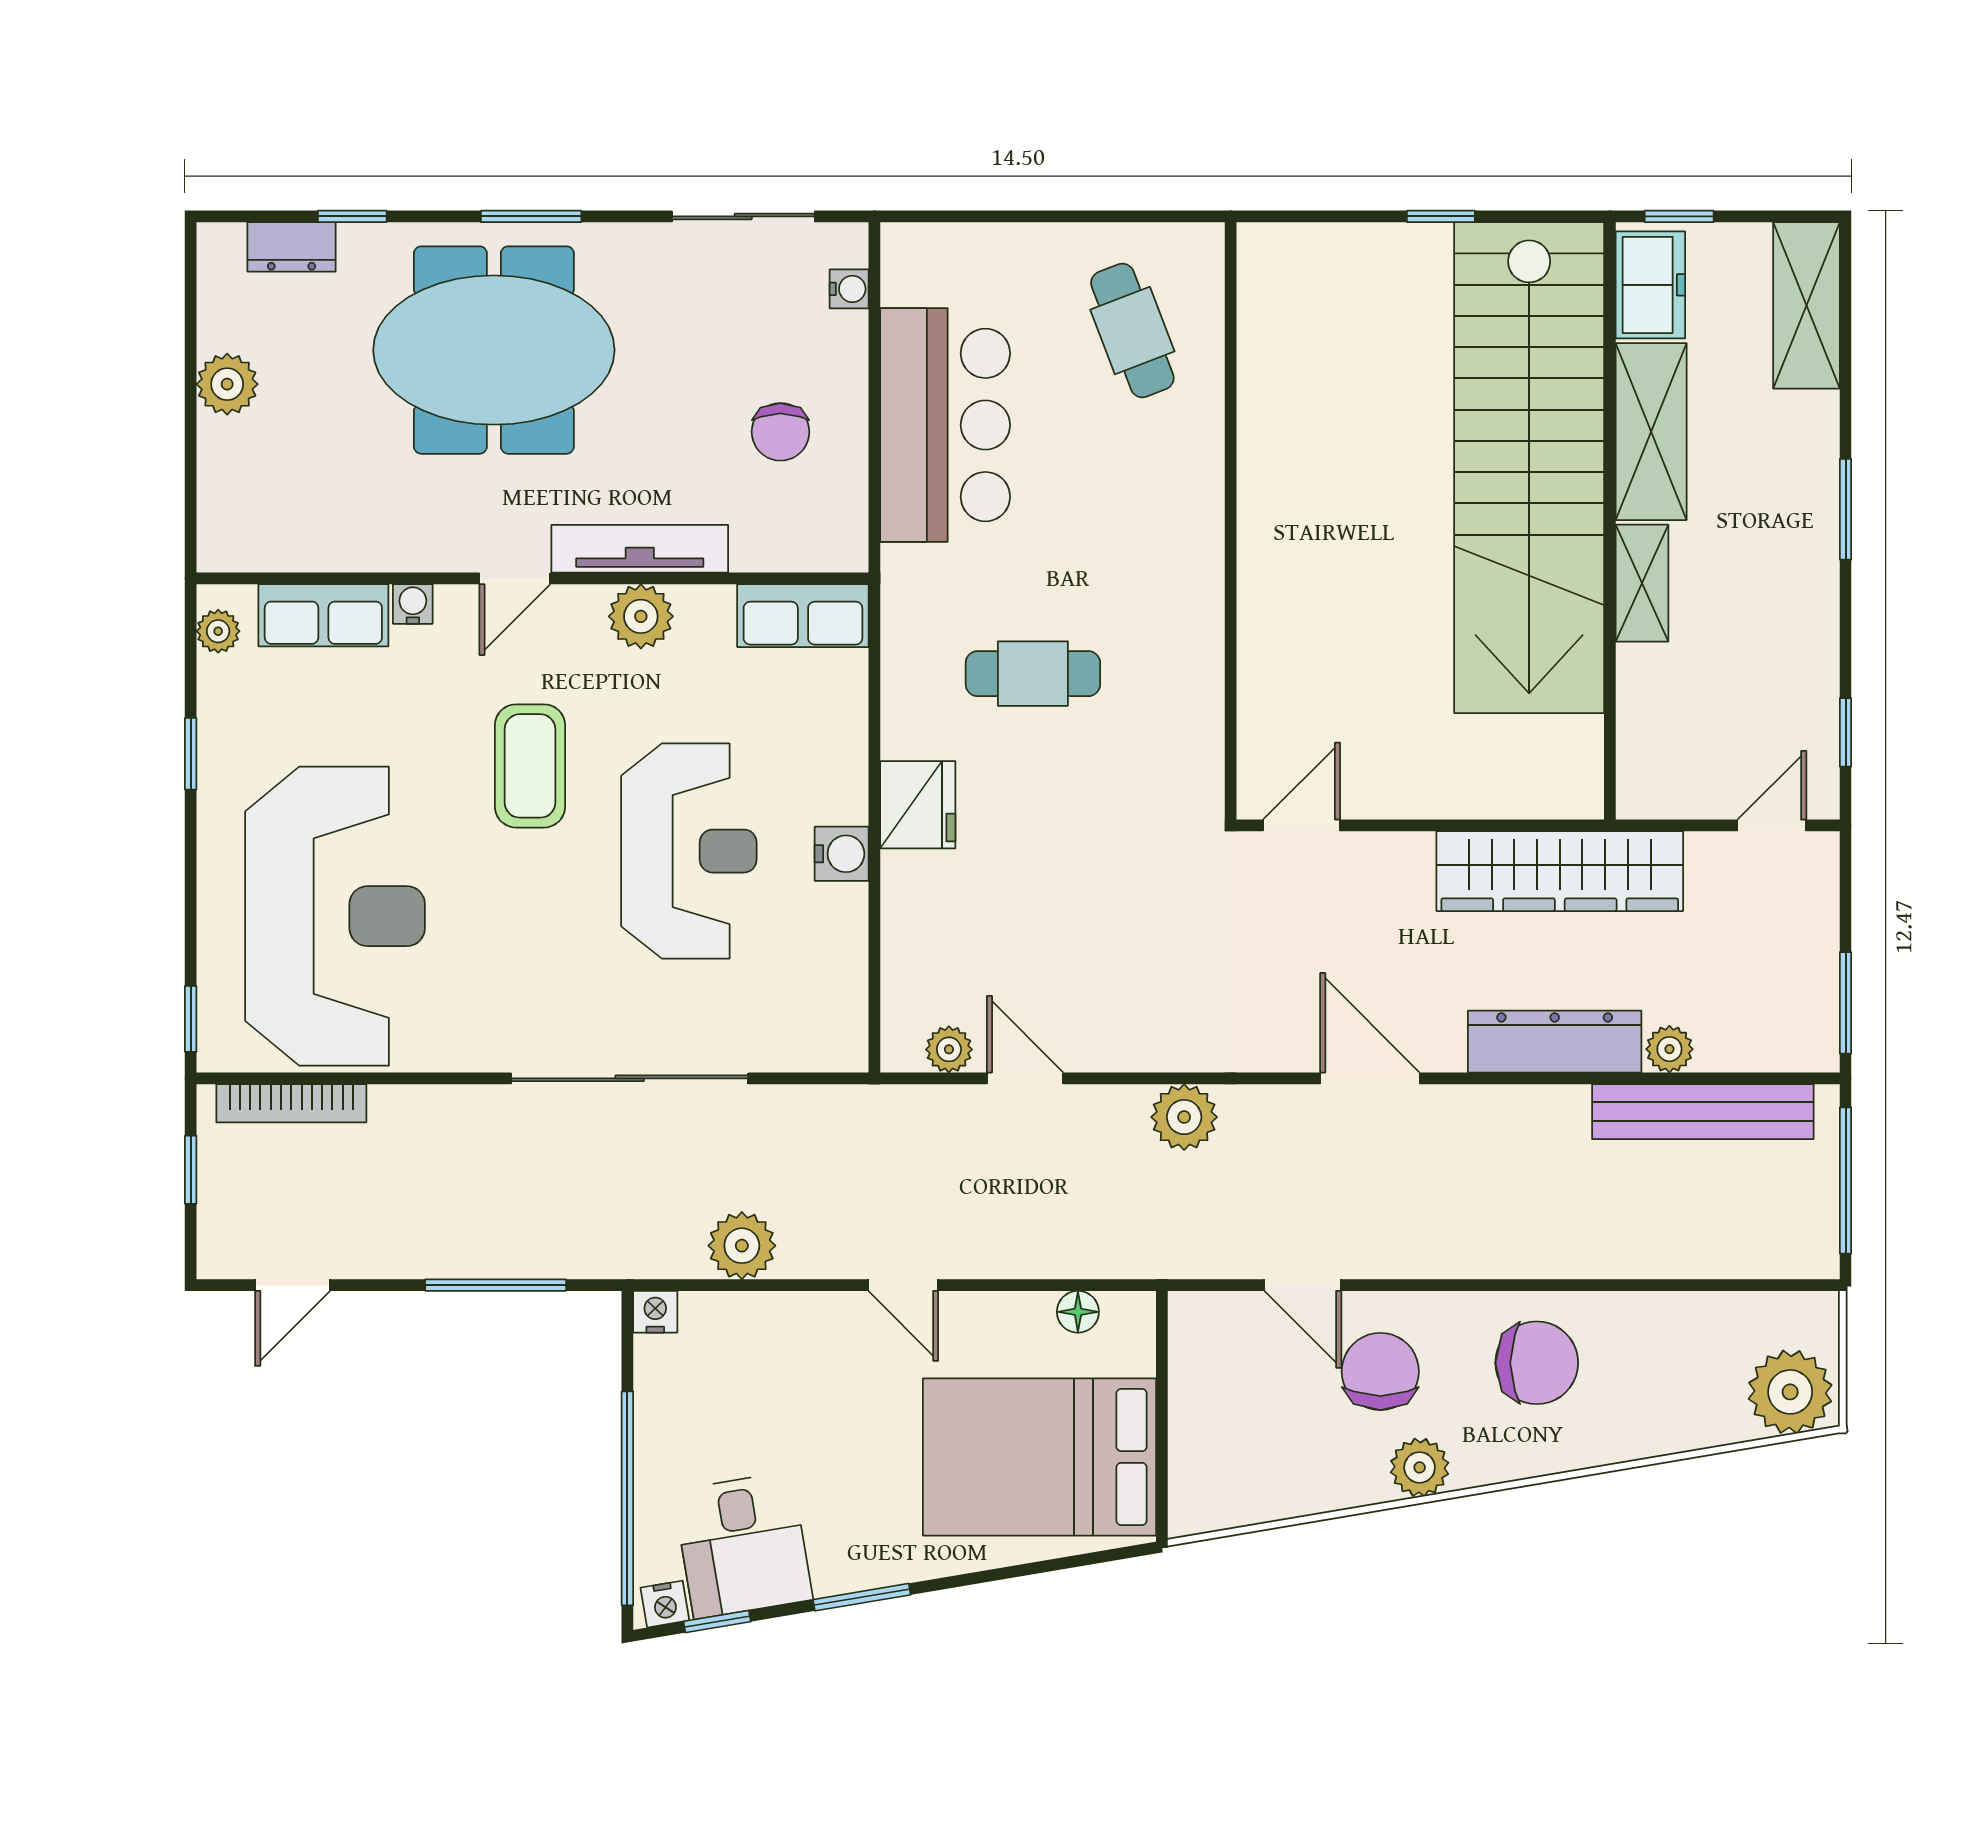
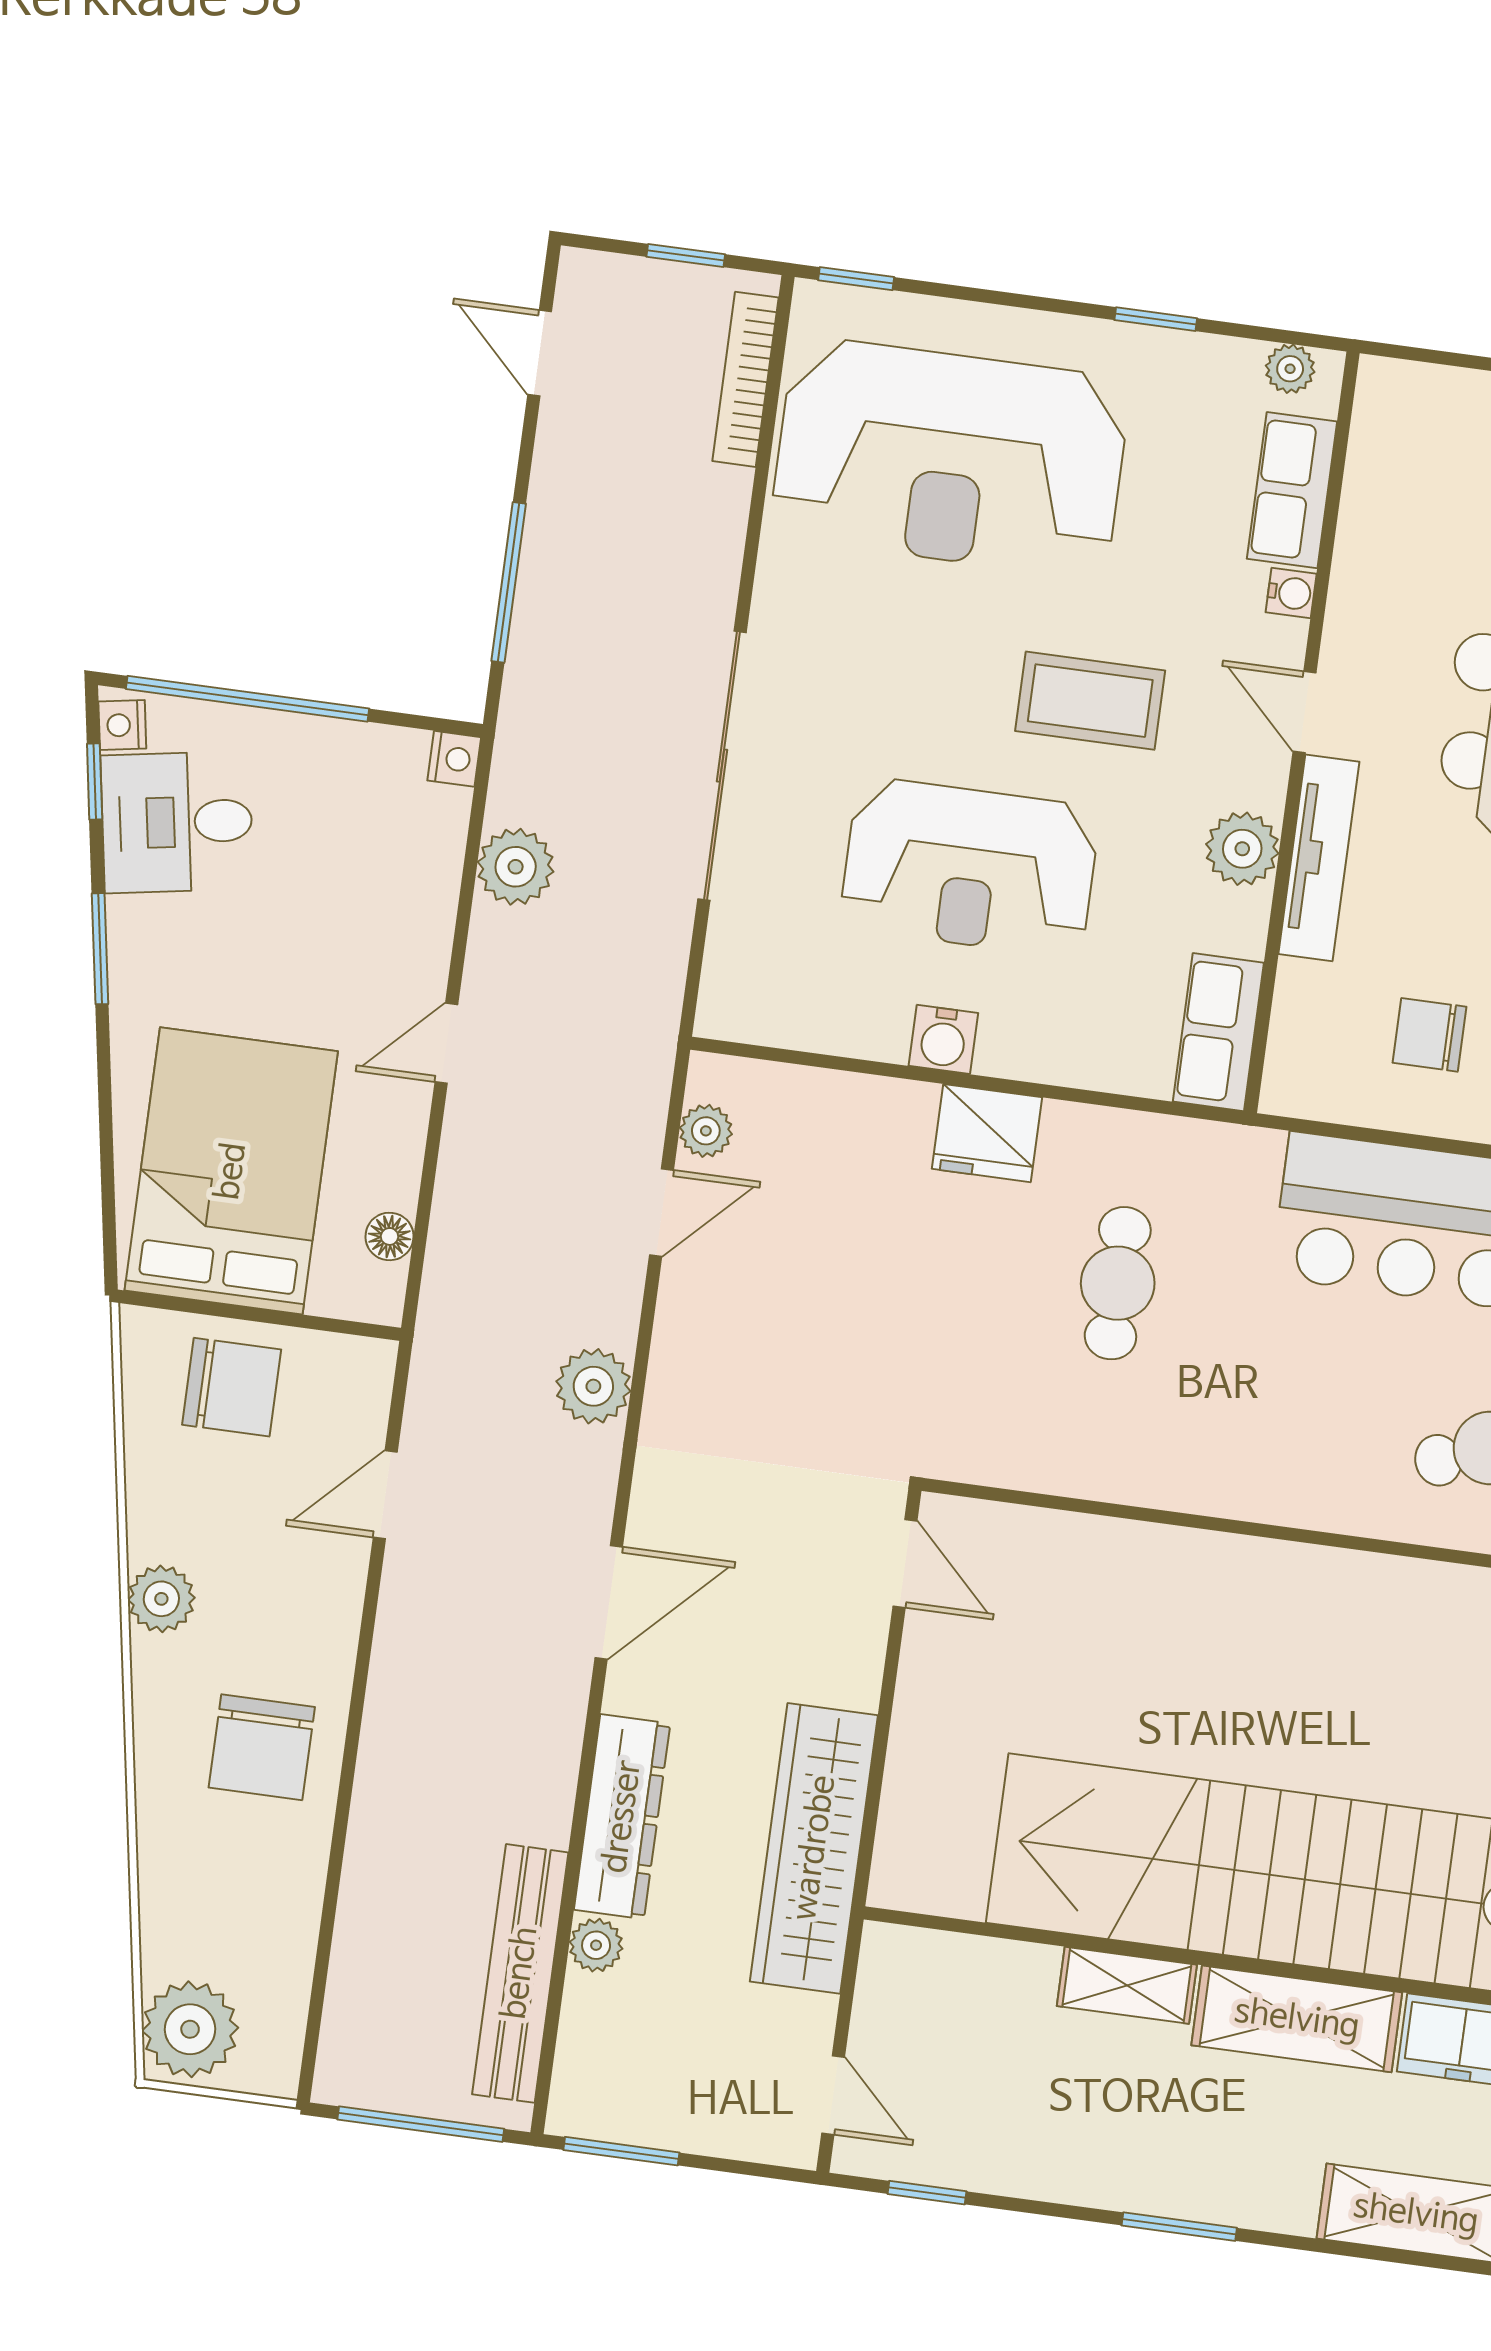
chair: (1380, 1371) -> (232, 1387), moved

